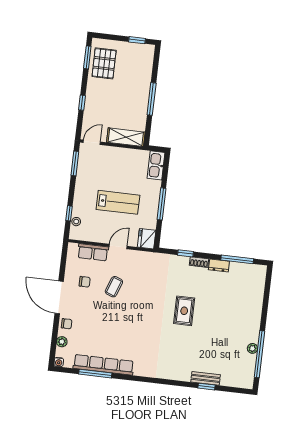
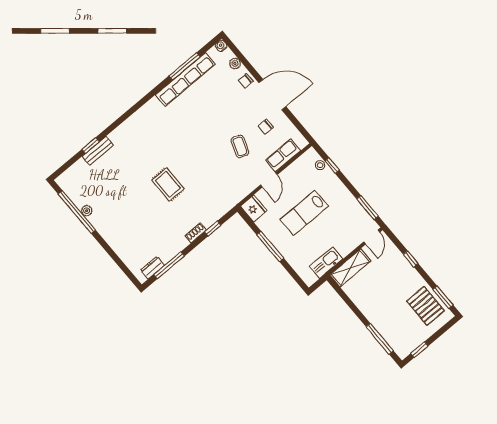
window: (152, 99) -> (380, 339), moved
kitchen sink: (156, 165) -> (326, 263), moved, turned -90
dresser: (219, 265) -> (152, 268), moved

